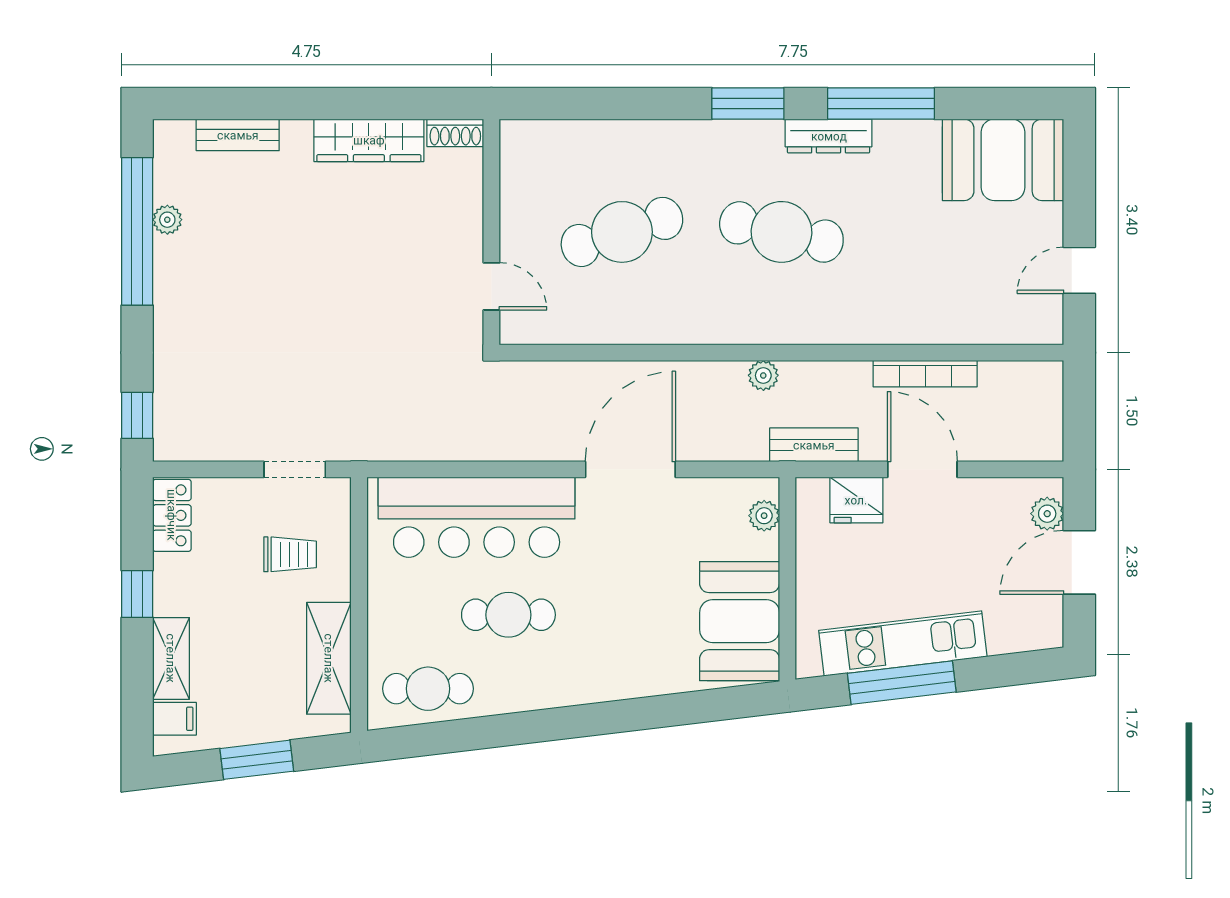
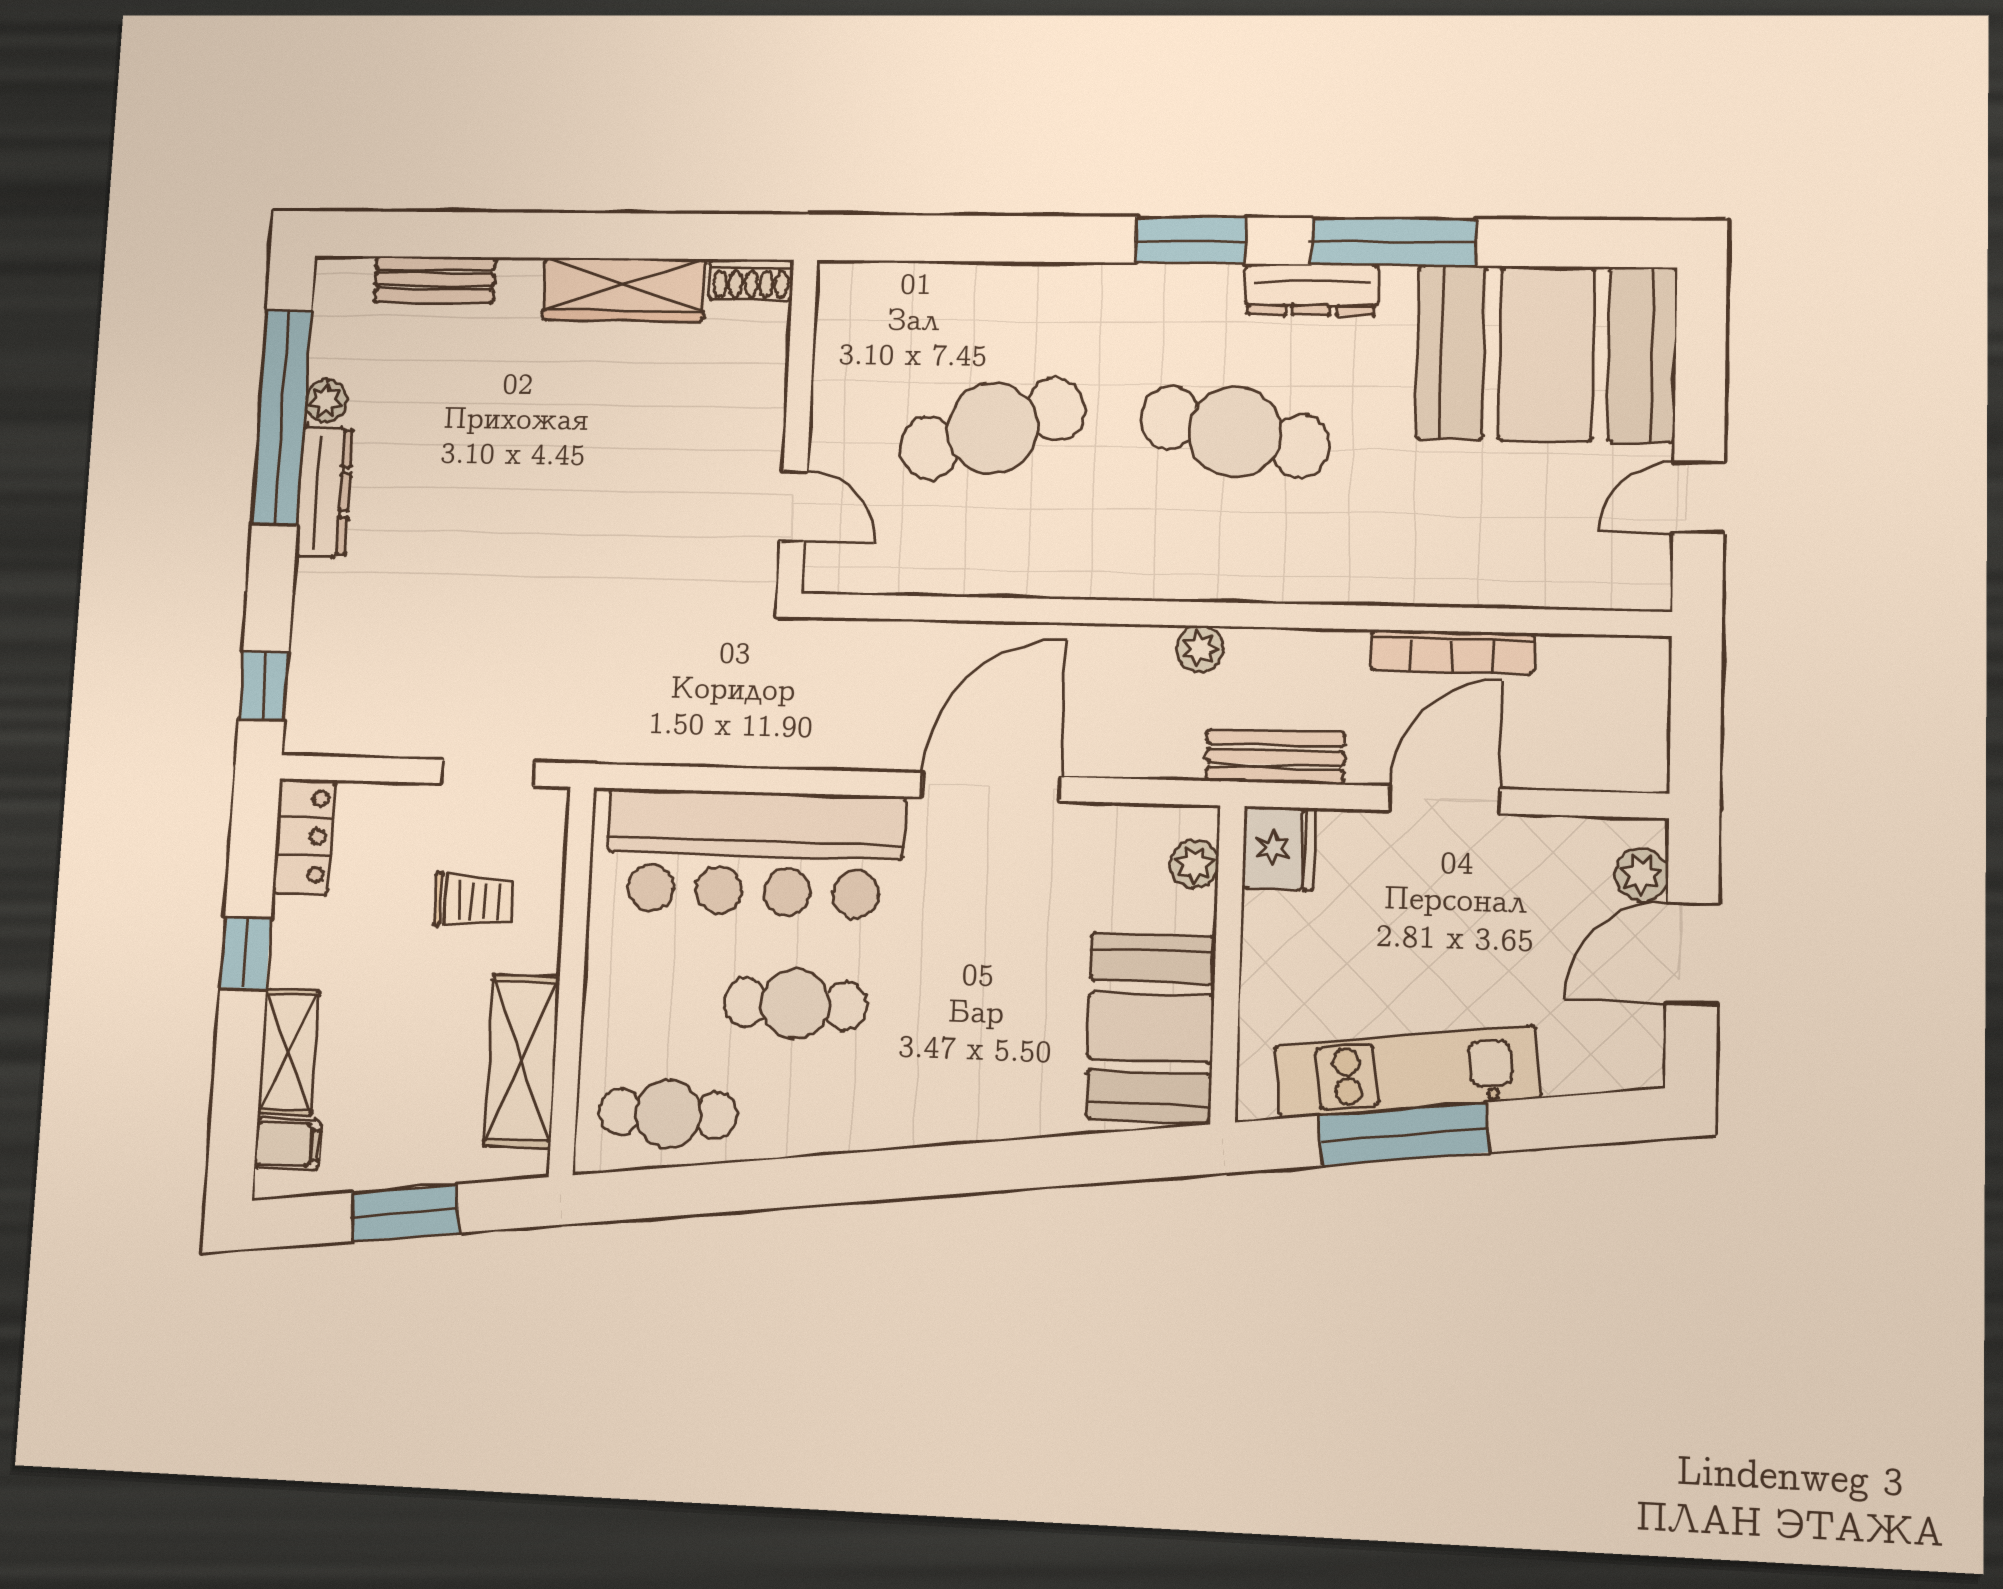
booth: (1003, 160) -> (1546, 353), width x1.36, depth x1.42
dresser: (170, 282) -> (324, 492), added
door: (922, 469) -> (1444, 800), hinge flipped
fridge: (856, 500) -> (1279, 848), moved, turned -90

